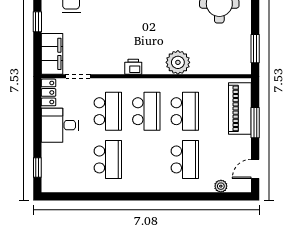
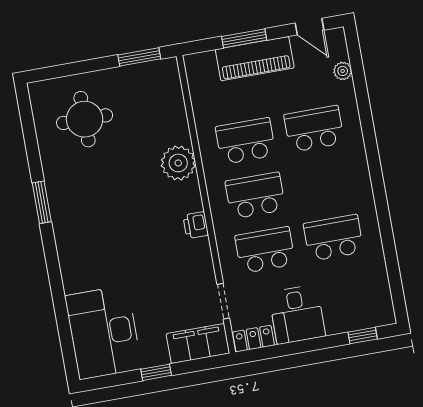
piano: (240, 108) -> (255, 59), moved

